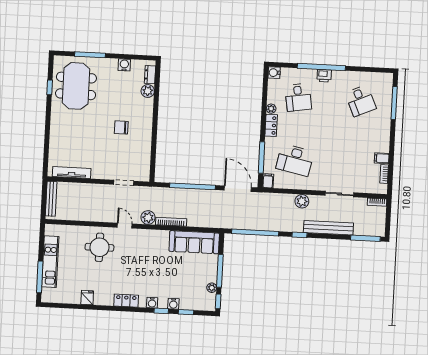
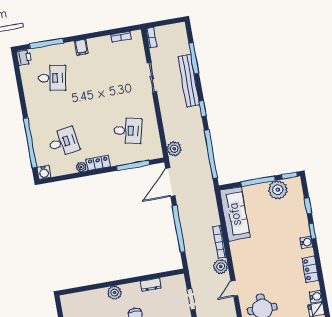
window: (321, 67) -> (30, 143), moved
dresser: (150, 75) -> (151, 285), moved
printer: (324, 76) -> (24, 58), moved
plant: (148, 91) -> (115, 293), moved
desk: (361, 101) -> (52, 78), turned 33
filing cabinet: (382, 158) -> (81, 47), moved
desk: (295, 160) -> (128, 131), width x0.73
filing cabinet: (268, 181) -> (155, 153), removed
plant: (302, 201) -> (174, 149), moved
window: (365, 238) -> (194, 58), moved
plant: (212, 288) -> (278, 190), width x1.87, depth x1.87
water cooler: (173, 304) -> (316, 297), moved

